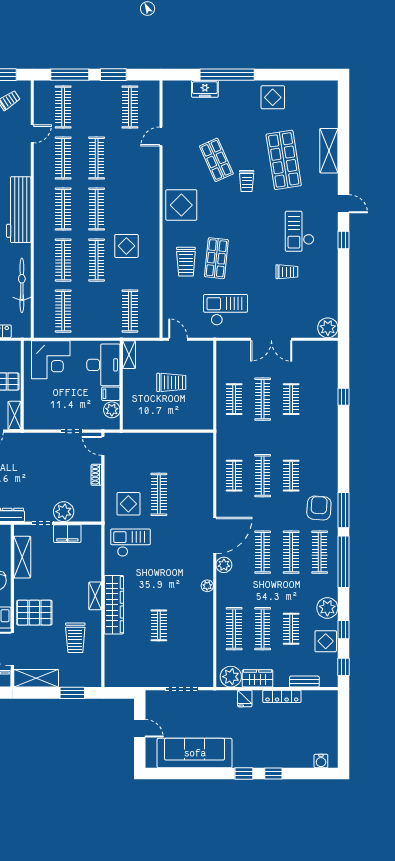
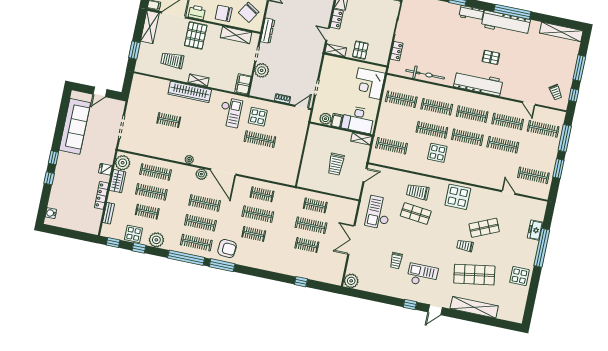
shelving: (329, 151) -> (474, 307), width x1.47
checkout: (226, 310) -> (378, 212), turned 180
filing cabinet: (67, 534) -> (243, 84), moved

